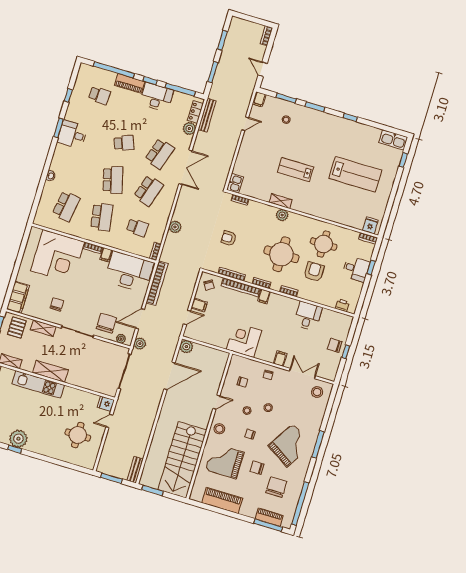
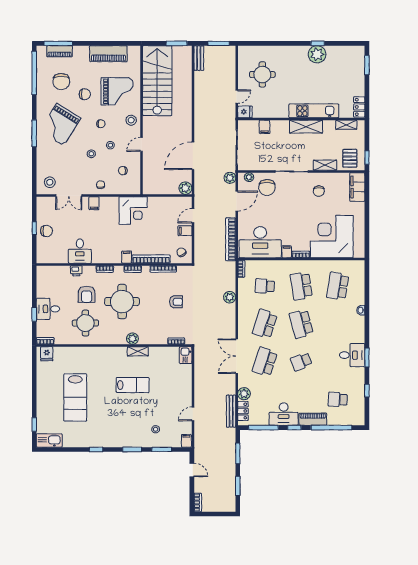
lab bench: (355, 174) -> (75, 397), turned -90
printer: (342, 305) -> (76, 271), moved
filing cabinet: (91, 383) -> (265, 127), added

